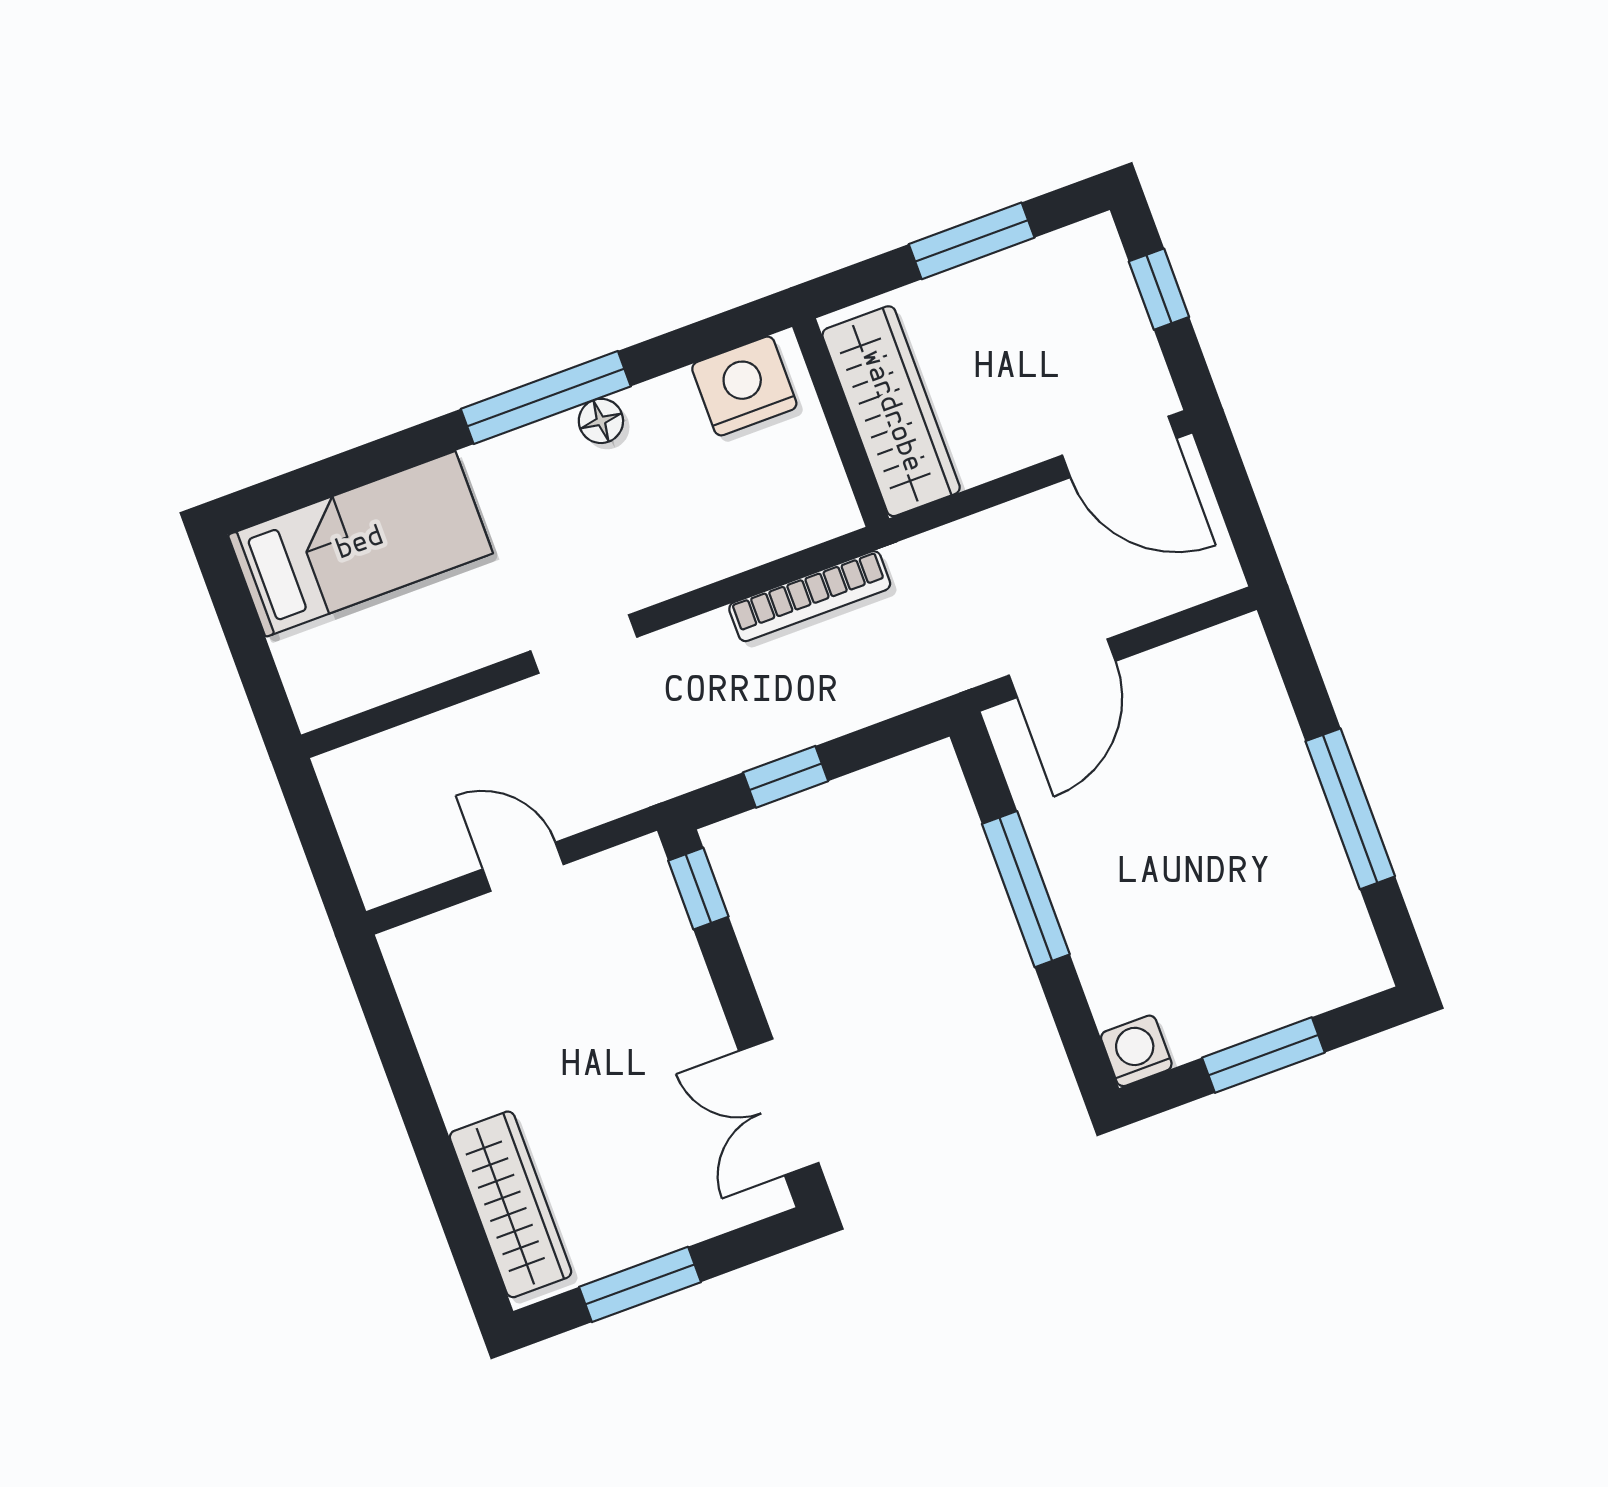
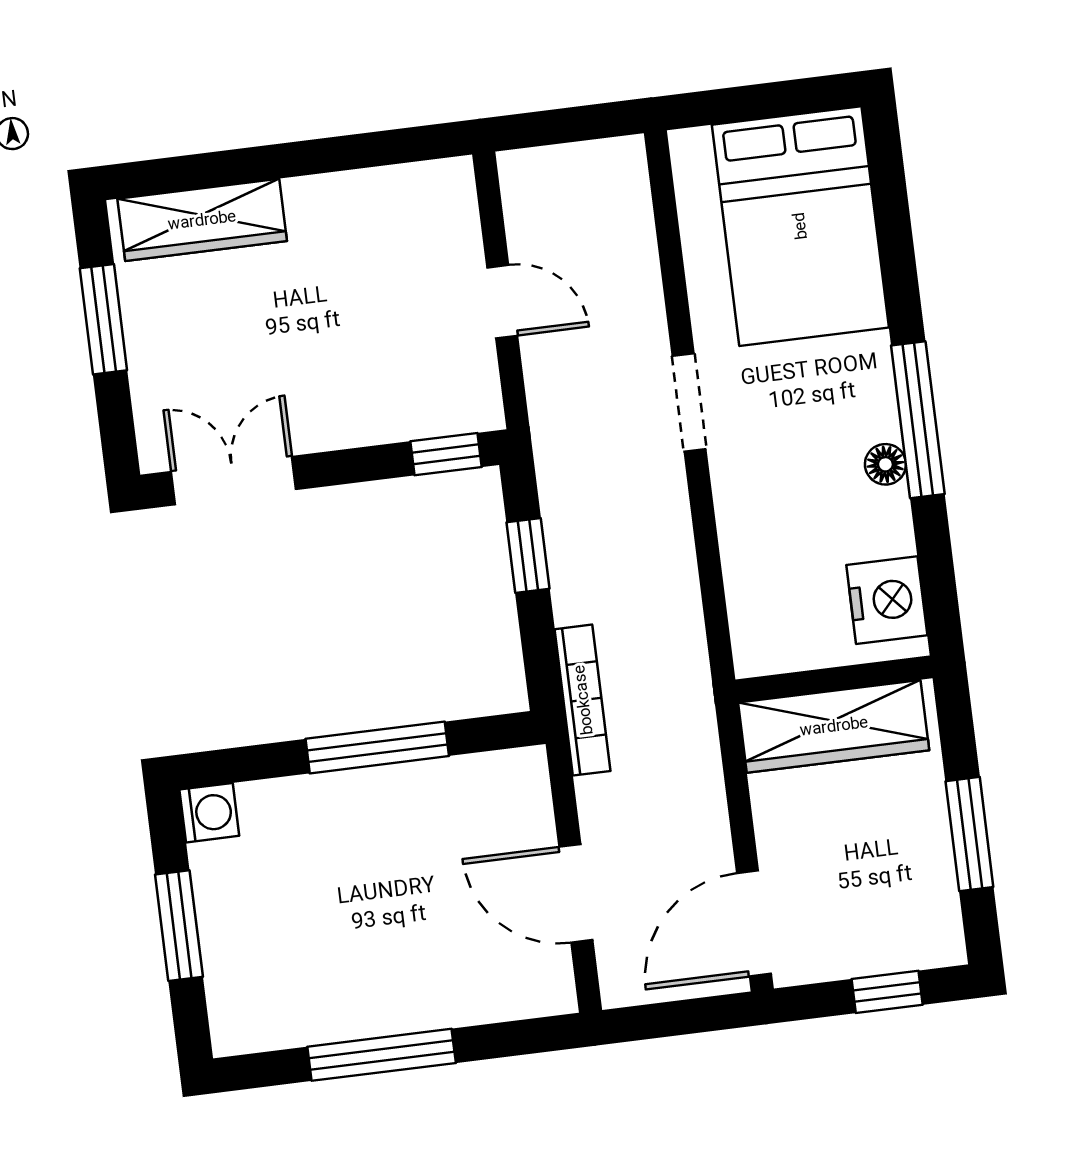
bed: (360, 544) -> (800, 226), width x1.50
bookcase: (810, 596) -> (583, 700), moved, turned 180
door: (1062, 668) -> (576, 893), moved
door: (523, 867) -> (502, 302), hinge flipped

